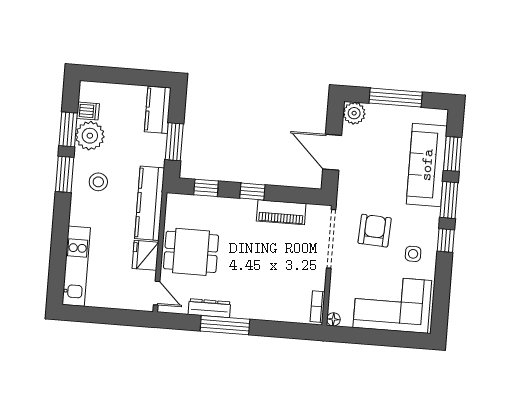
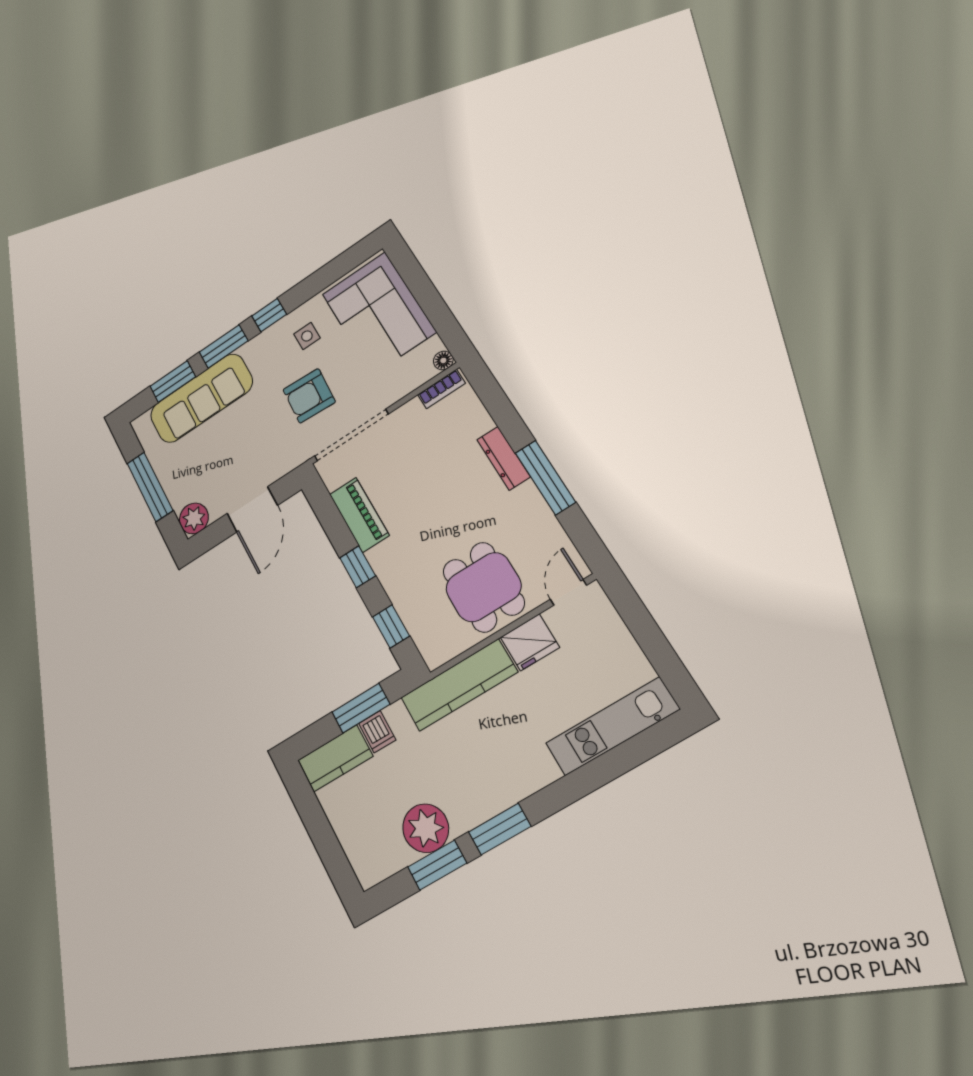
dishwasher: (88, 111) -> (377, 732), moved, turned 180
stool: (98, 182) -> (478, 774), removed
dresser: (209, 308) -> (504, 458), moved

